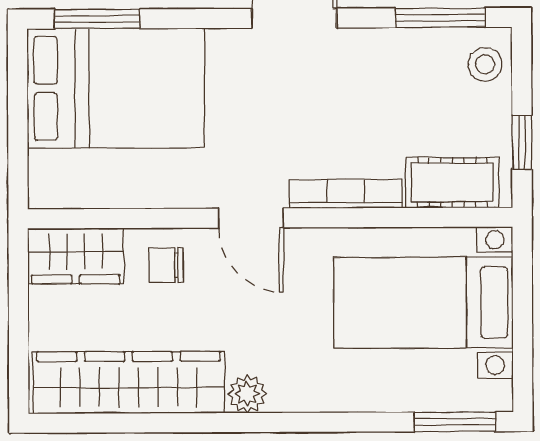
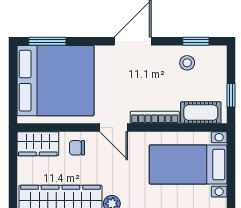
window: (440, 18) -> (196, 41), width x0.67
stool: (485, 64) -> (187, 63), moved
bed: (116, 88) -> (55, 81), width x1.36

